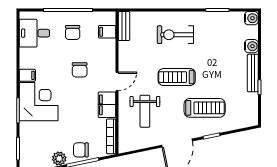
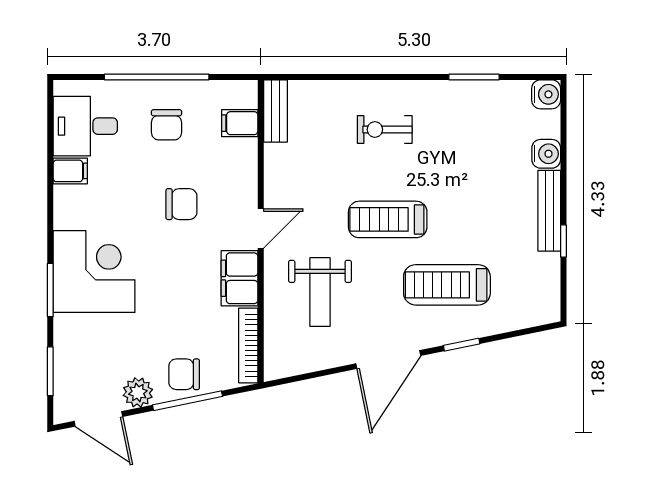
exercise bike: (175, 35) -> (385, 130), width x0.73, depth x0.72
chair: (80, 70) -> (181, 204), turned -90
filing cabinet: (27, 75) -> (70, 171), moved
treadmill: (205, 108) -> (447, 285), turned 180

